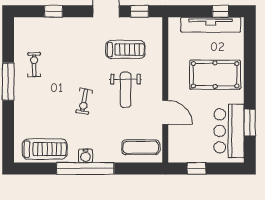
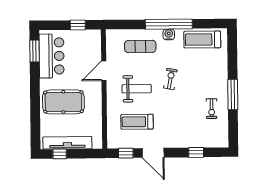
weight bench: (126, 90) -> (137, 89), turned 90
door: (165, 112) -> (104, 71), hinge flipped
window: (250, 122) -> (35, 51), moved
exercise mat: (141, 147) -> (140, 46), moved

